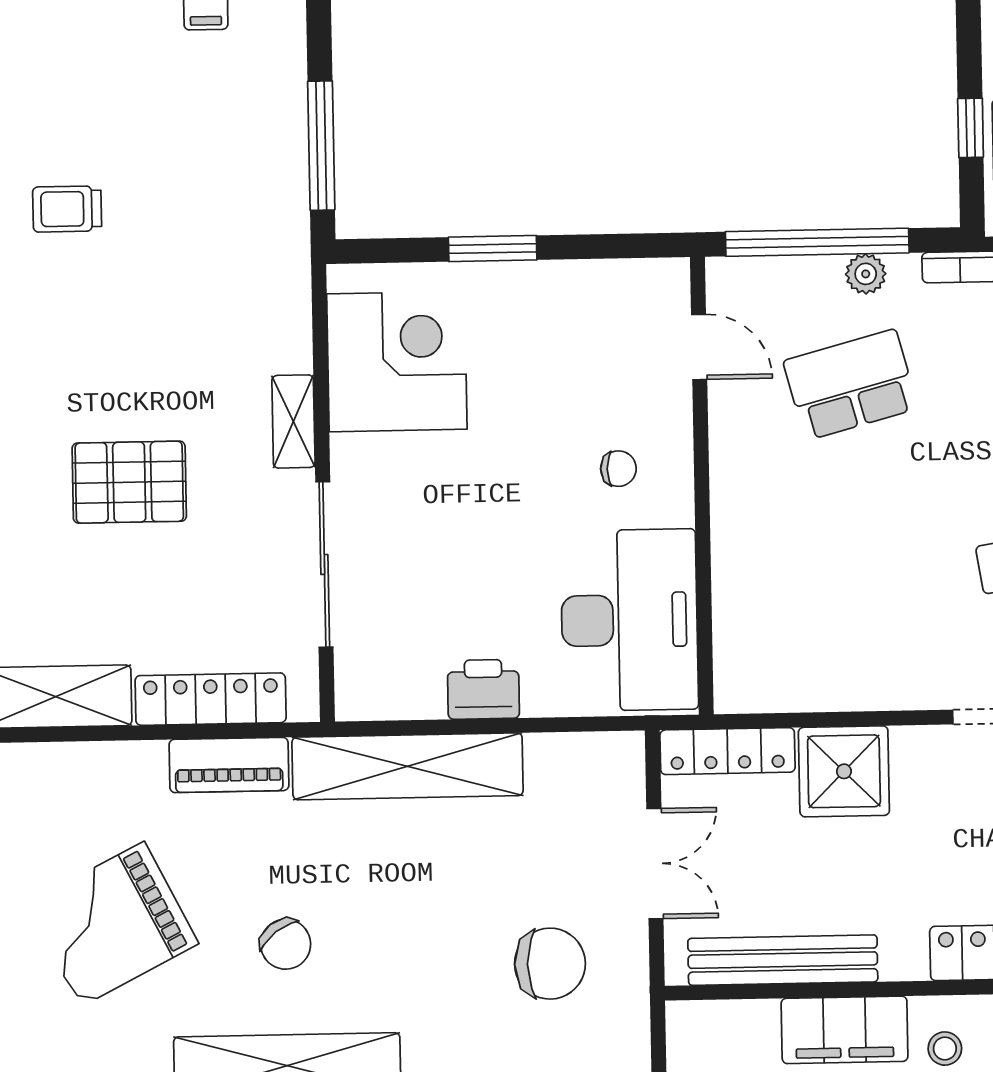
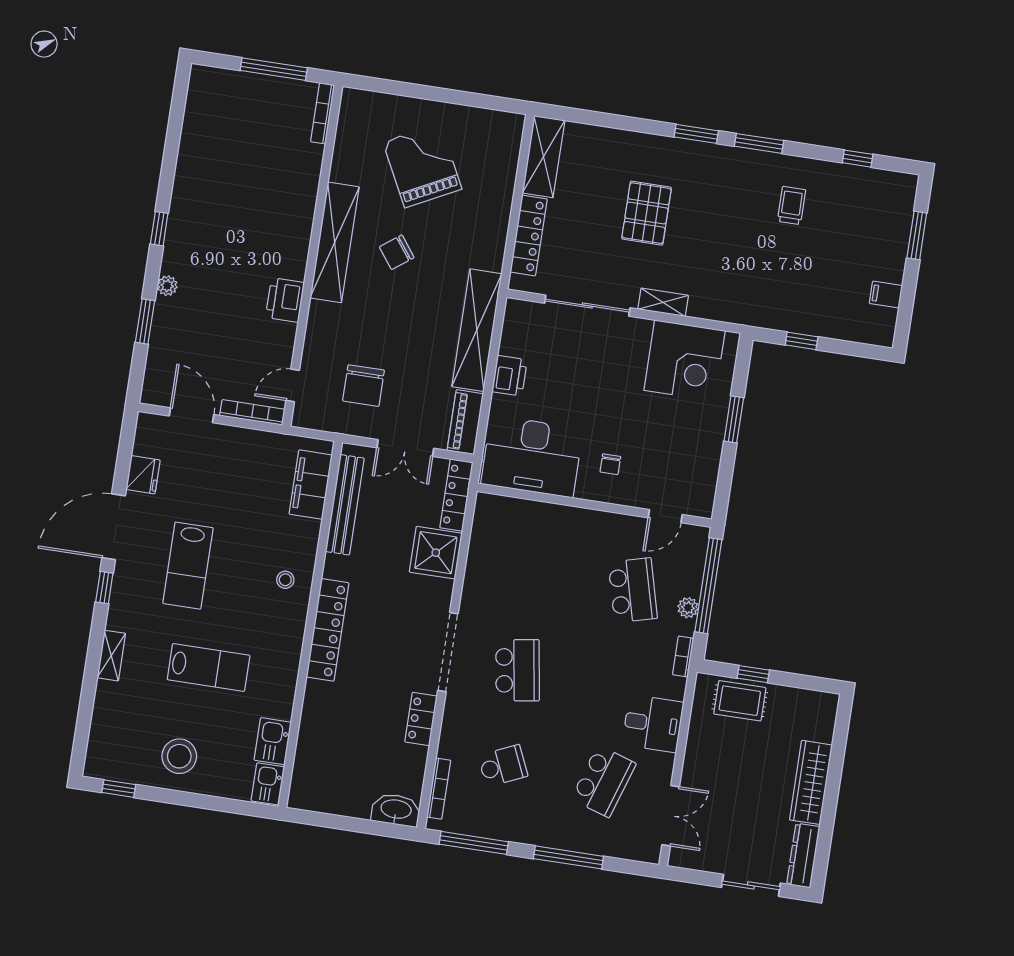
window: (321, 146) -> (802, 341), width x0.46
piano: (229, 765) -> (465, 422), moved
filing cabinet: (845, 1030) -> (311, 485), moved

